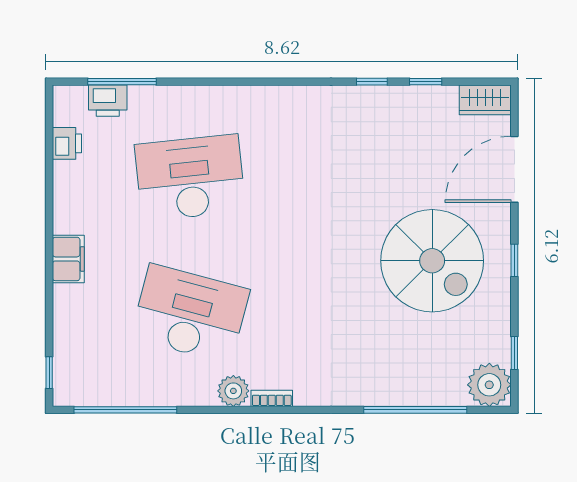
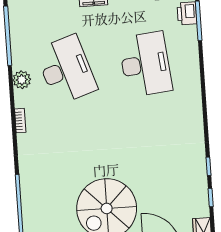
desk: (190, 314) -> (66, 70), turned -33
plant: (233, 391) -> (22, 80), moved

